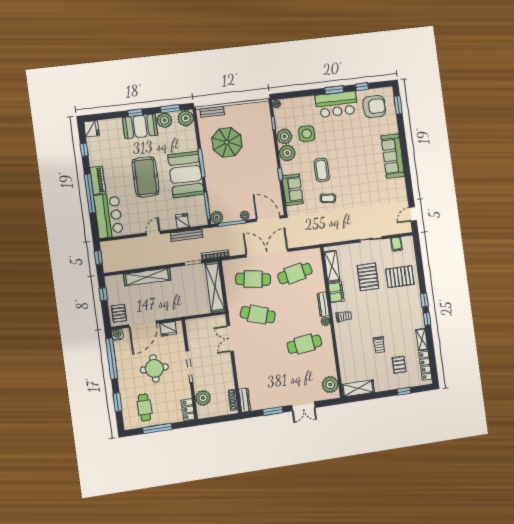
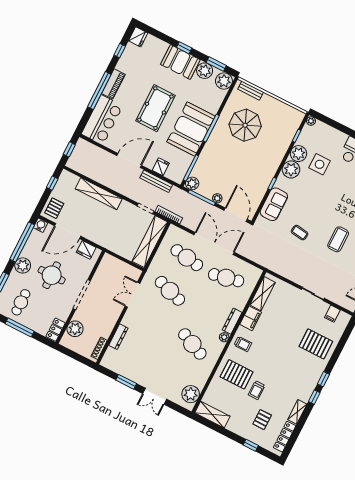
coffee table: (322, 170) -> (338, 239), moved
door: (153, 233) -> (129, 161), width x1.88
pallet: (368, 277) -> (237, 374), moved, turned 90
cafe table: (304, 344) -> (192, 344), turned 30
plant: (125, 377) -> (23, 265), added
dresser: (245, 400) -> (118, 337), moved

